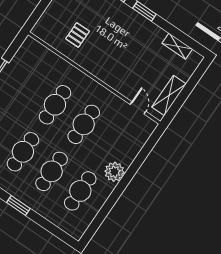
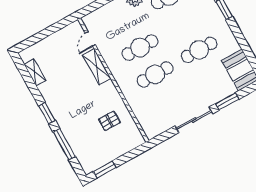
shelving: (169, 96) -> (97, 67), moved, turned 90
cafe table: (52, 171) -> (184, 23), removed

